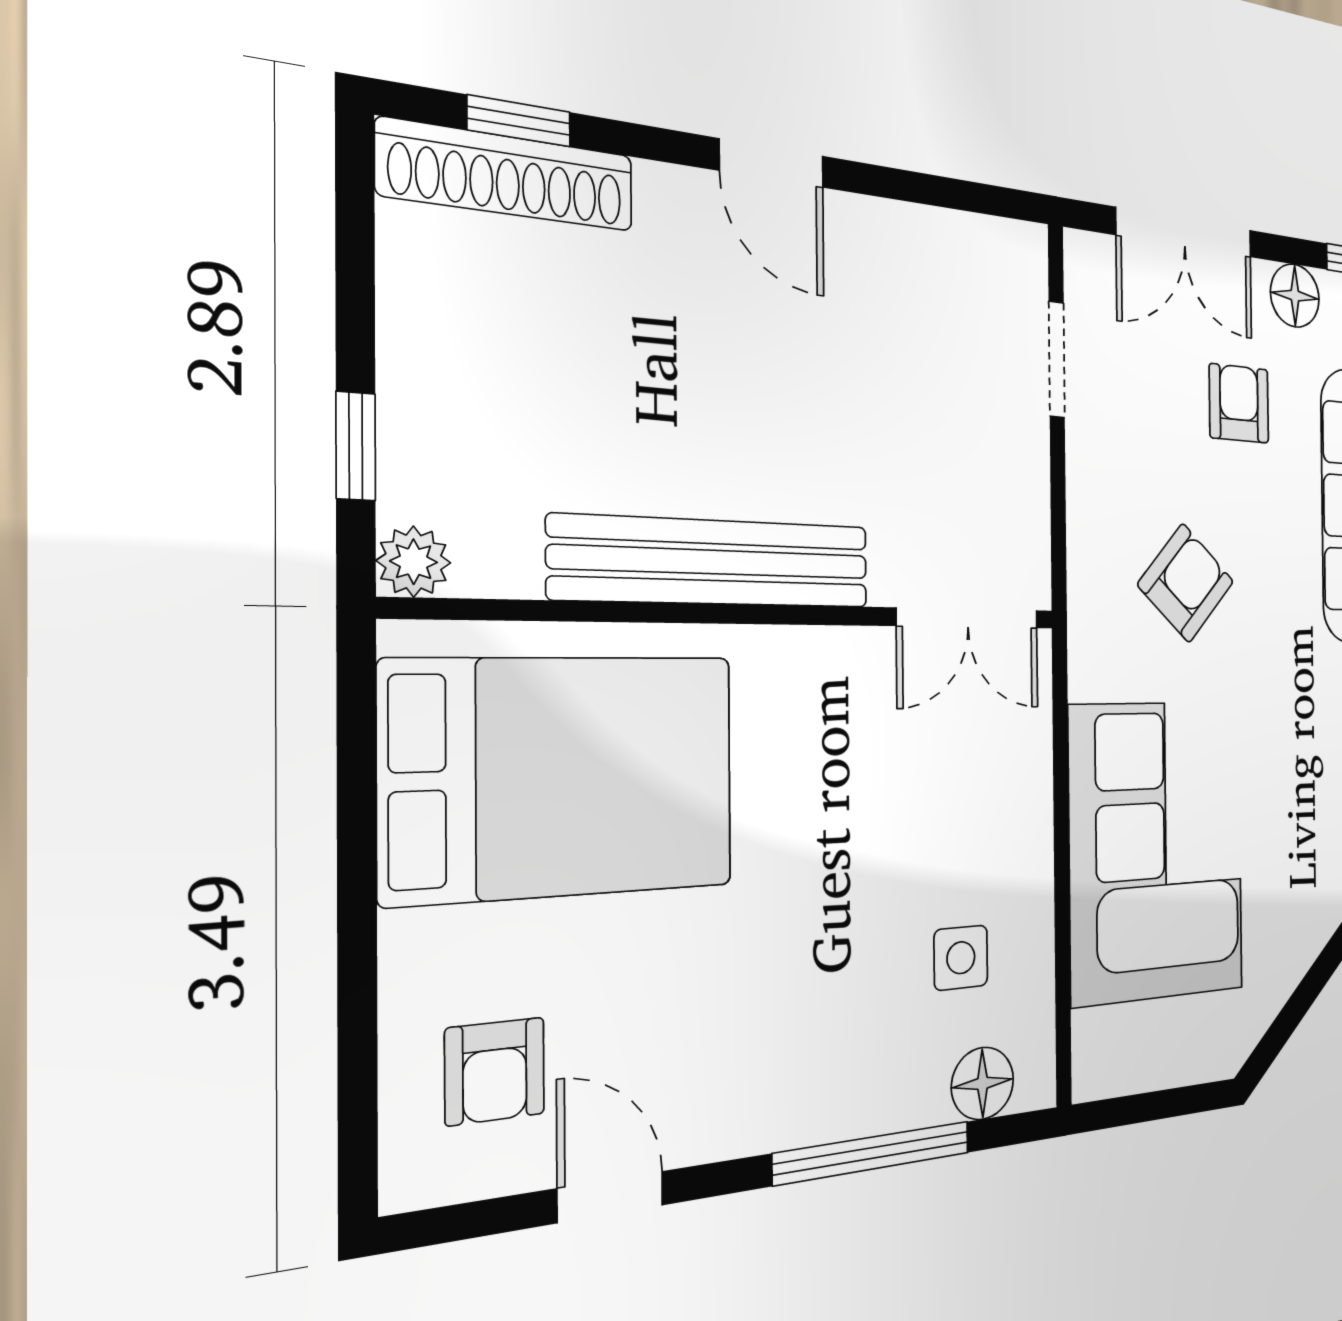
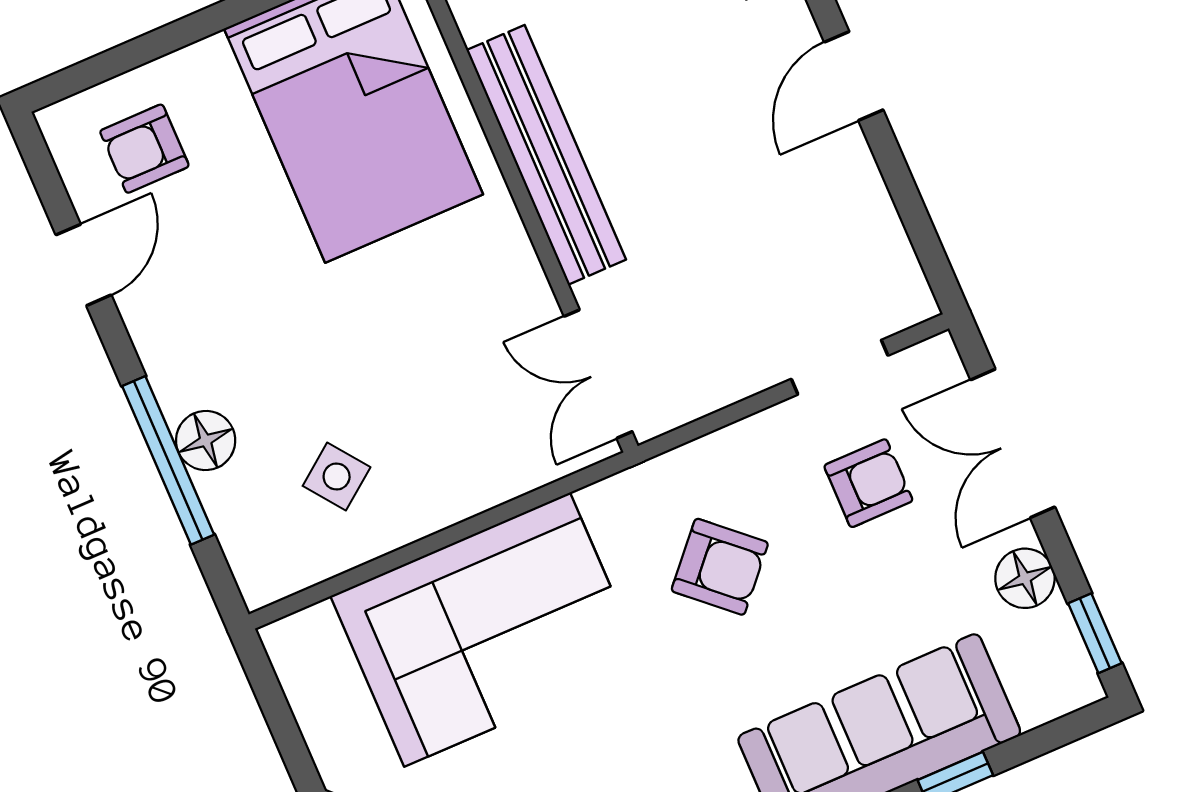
armchair: (1239, 403) -> (868, 483), moved
side table: (961, 958) -> (337, 477), turned -37
floor lamp: (983, 1083) -> (206, 440), moved

